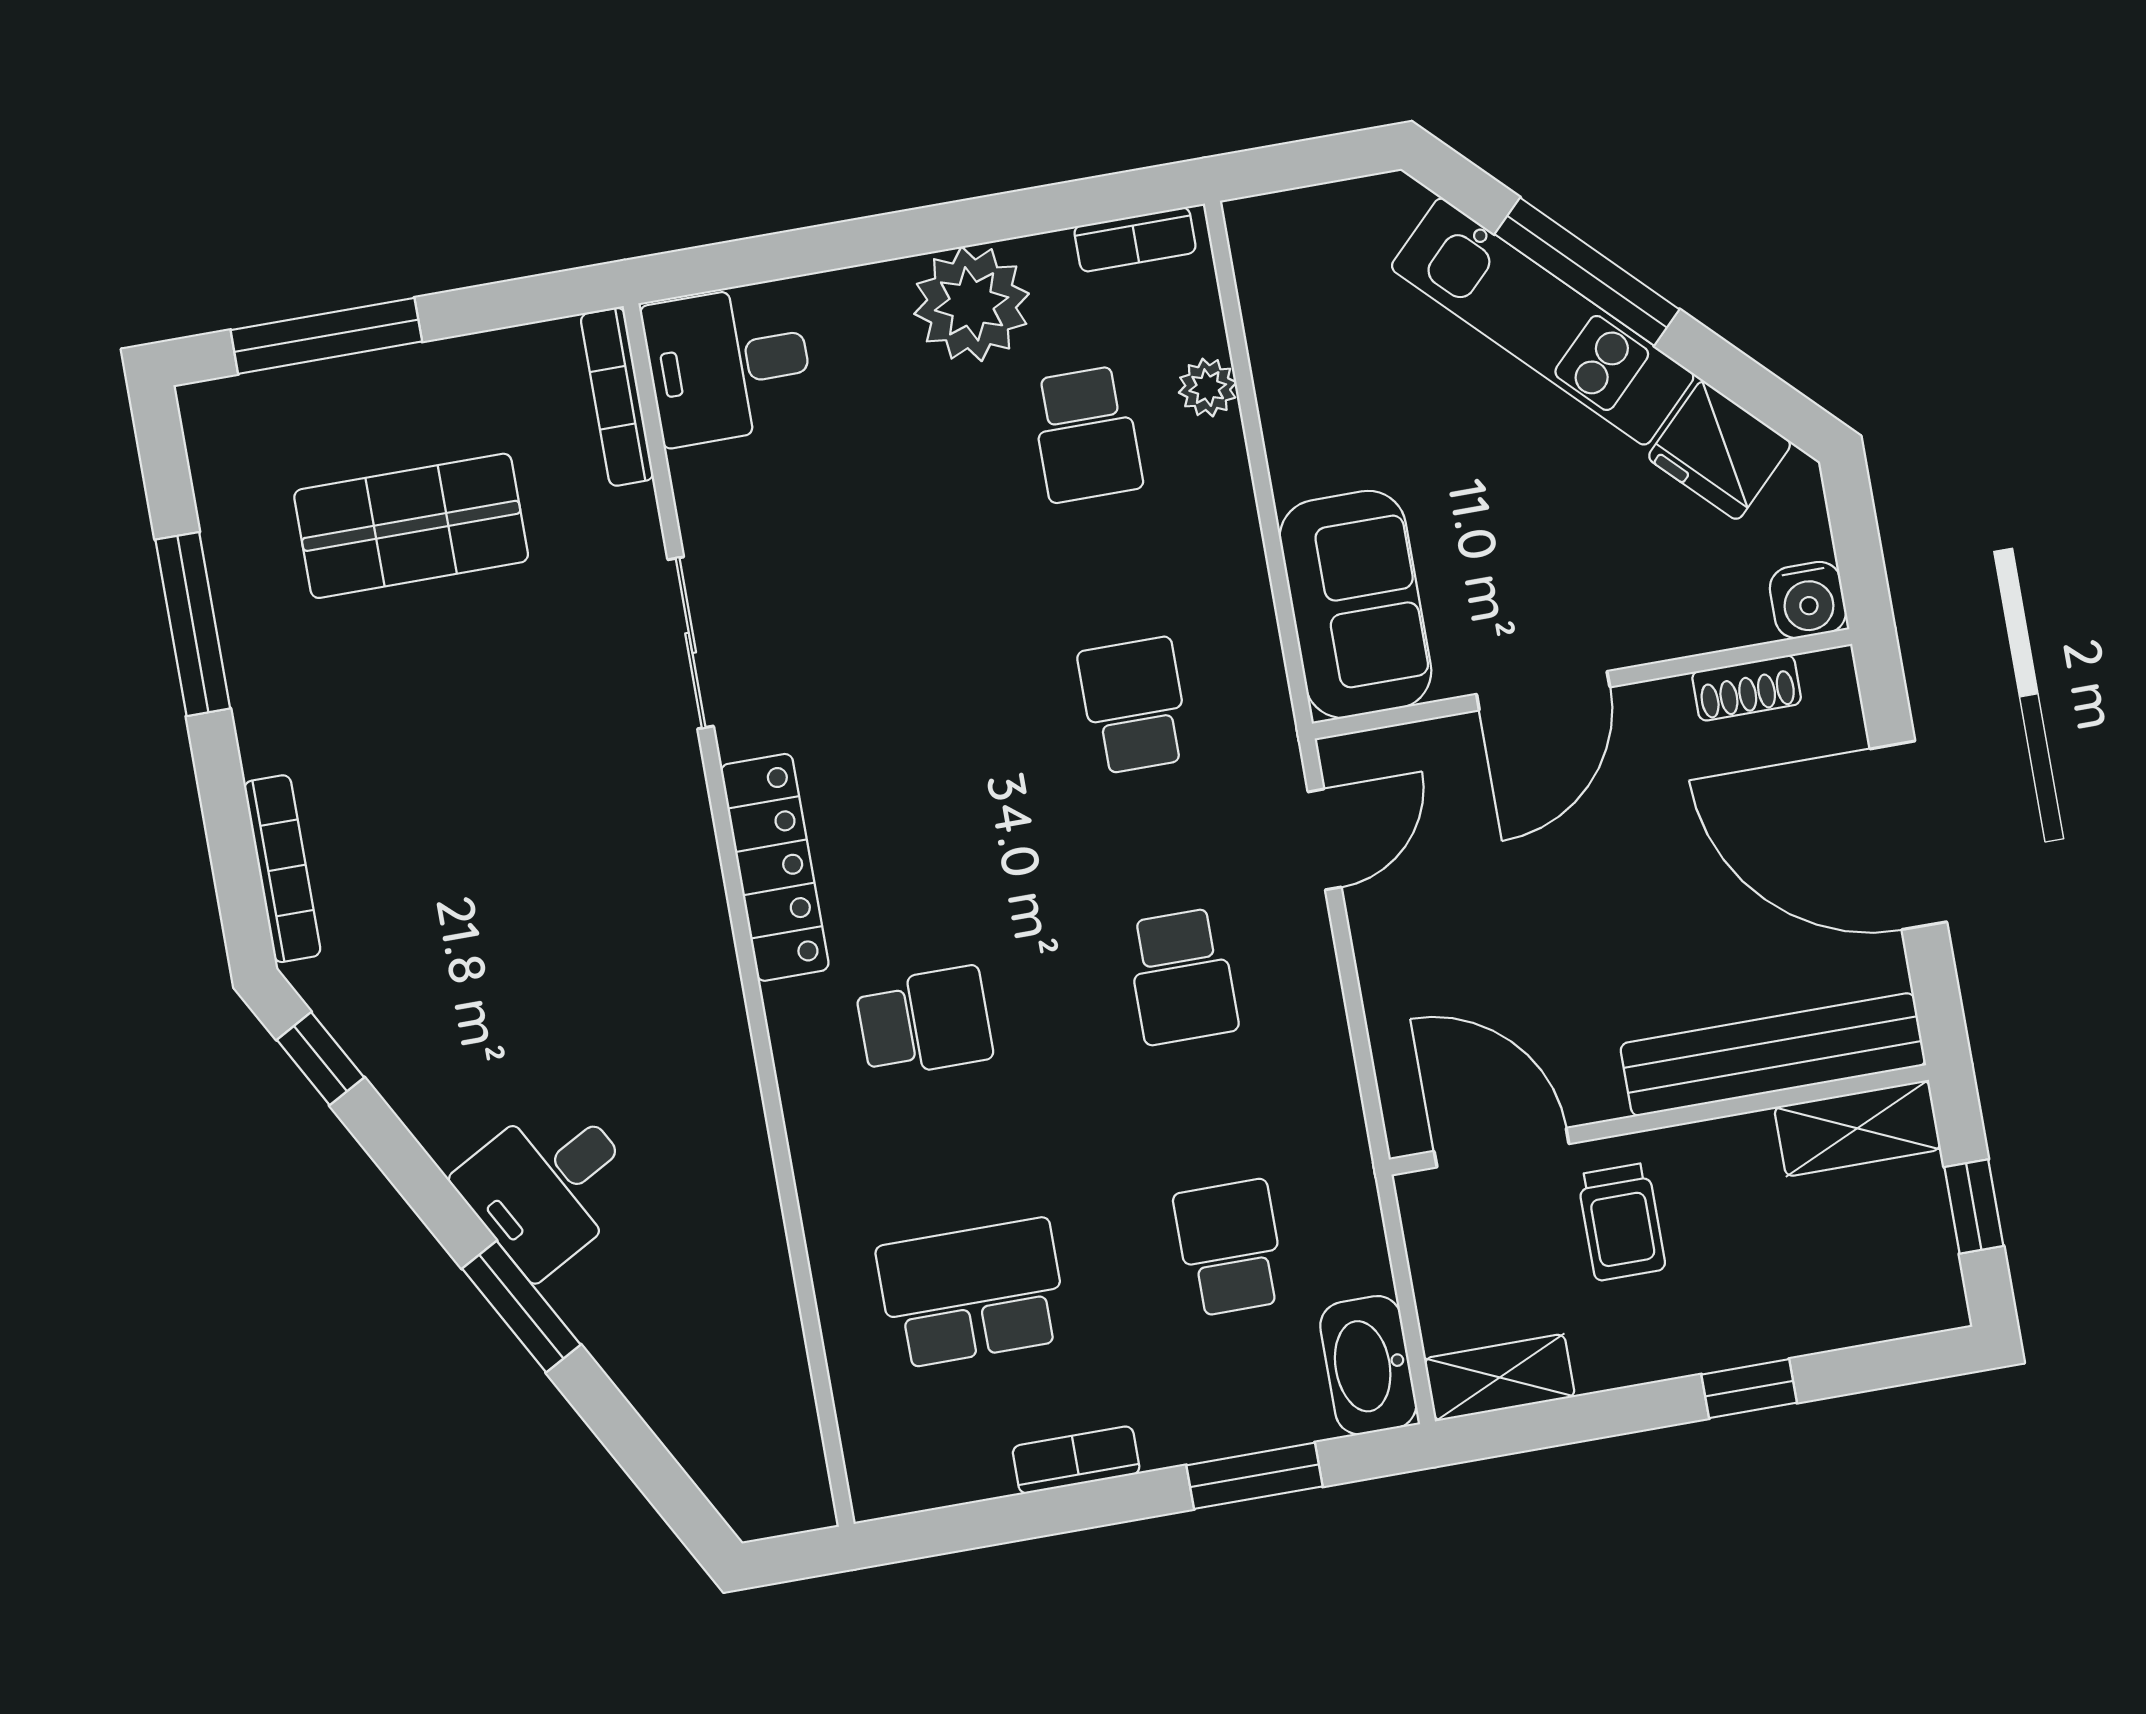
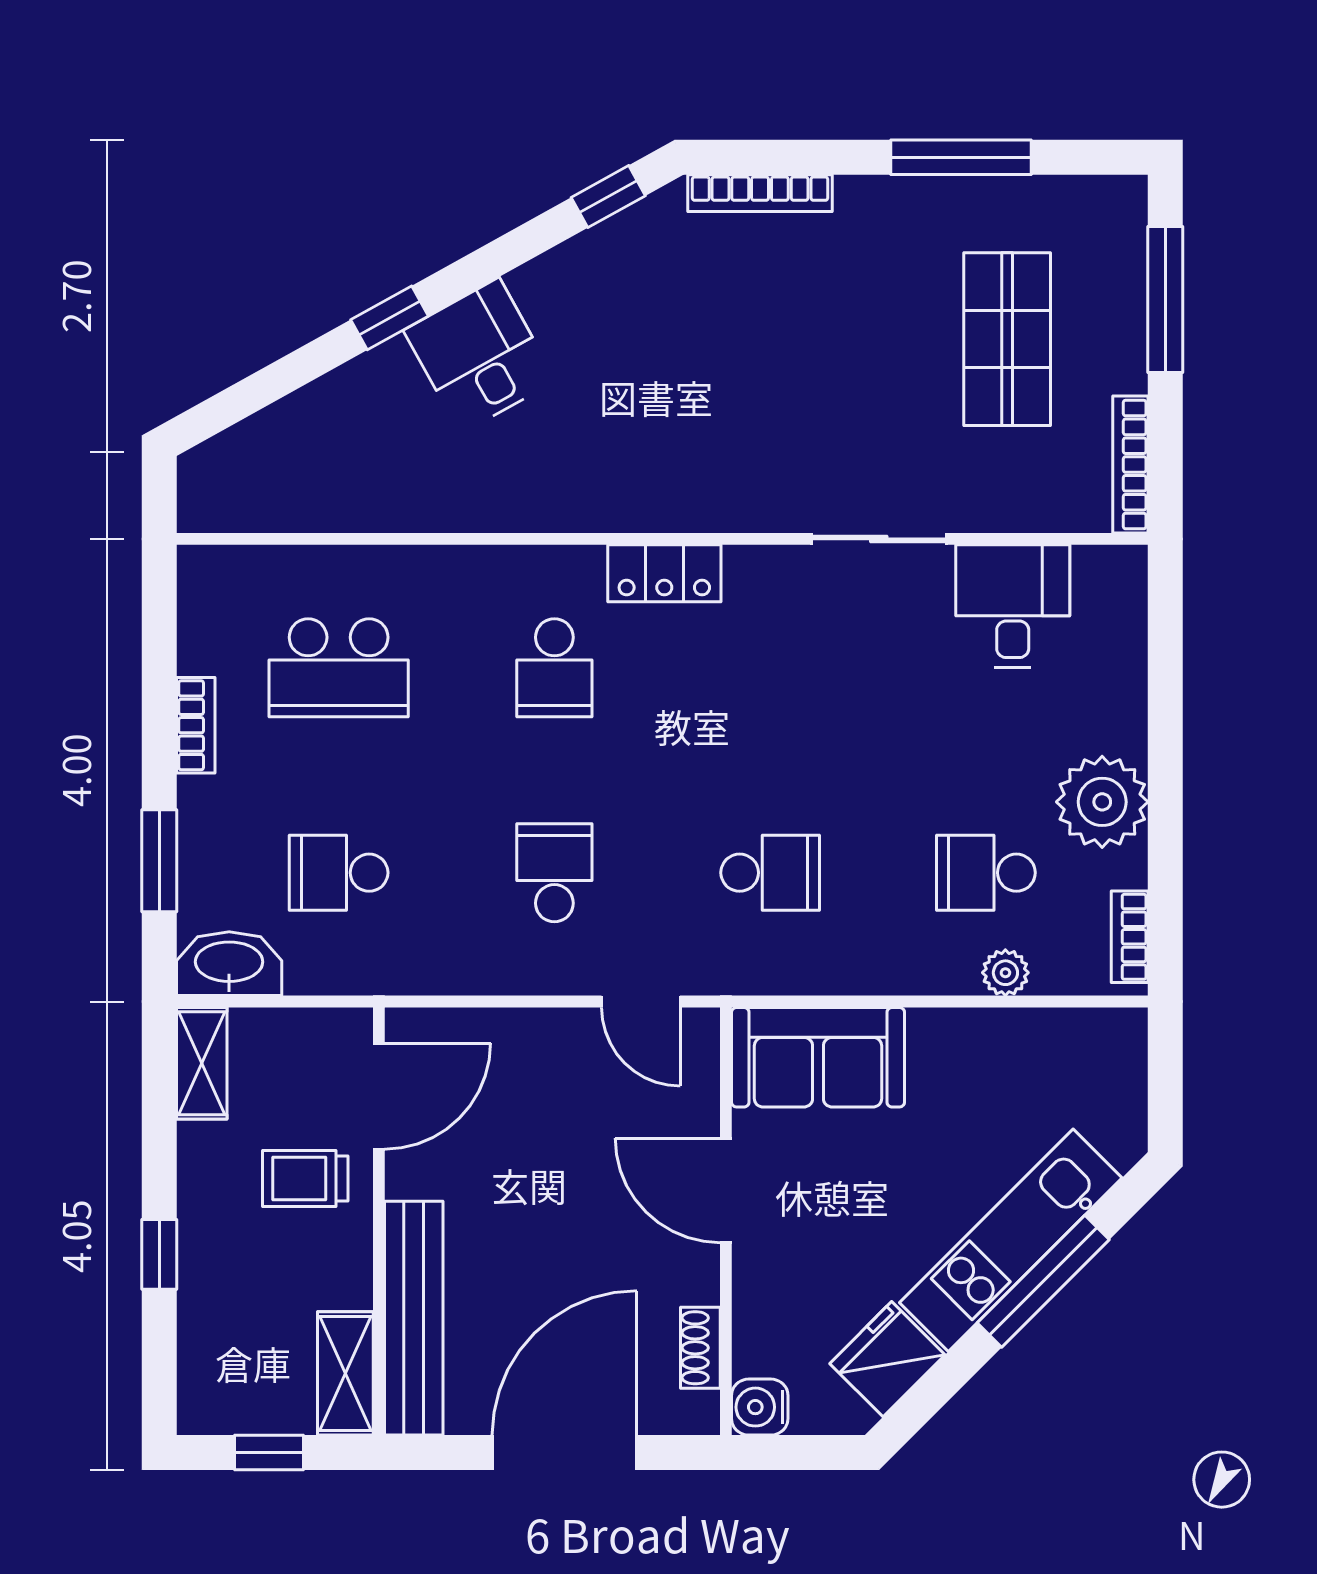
desk: (729, 365) -> (1013, 606), moved
bookcase: (617, 397) -> (1130, 465), moved, turned -90
locker: (775, 867) -> (664, 573), width x0.66
school desk: (1182, 977) -> (554, 873), turned 90
school desk: (1230, 1248) -> (339, 873), turned 180
school desk: (972, 1293) -> (339, 668), turned 90
window: (521, 1307) -> (390, 318), width x0.67

